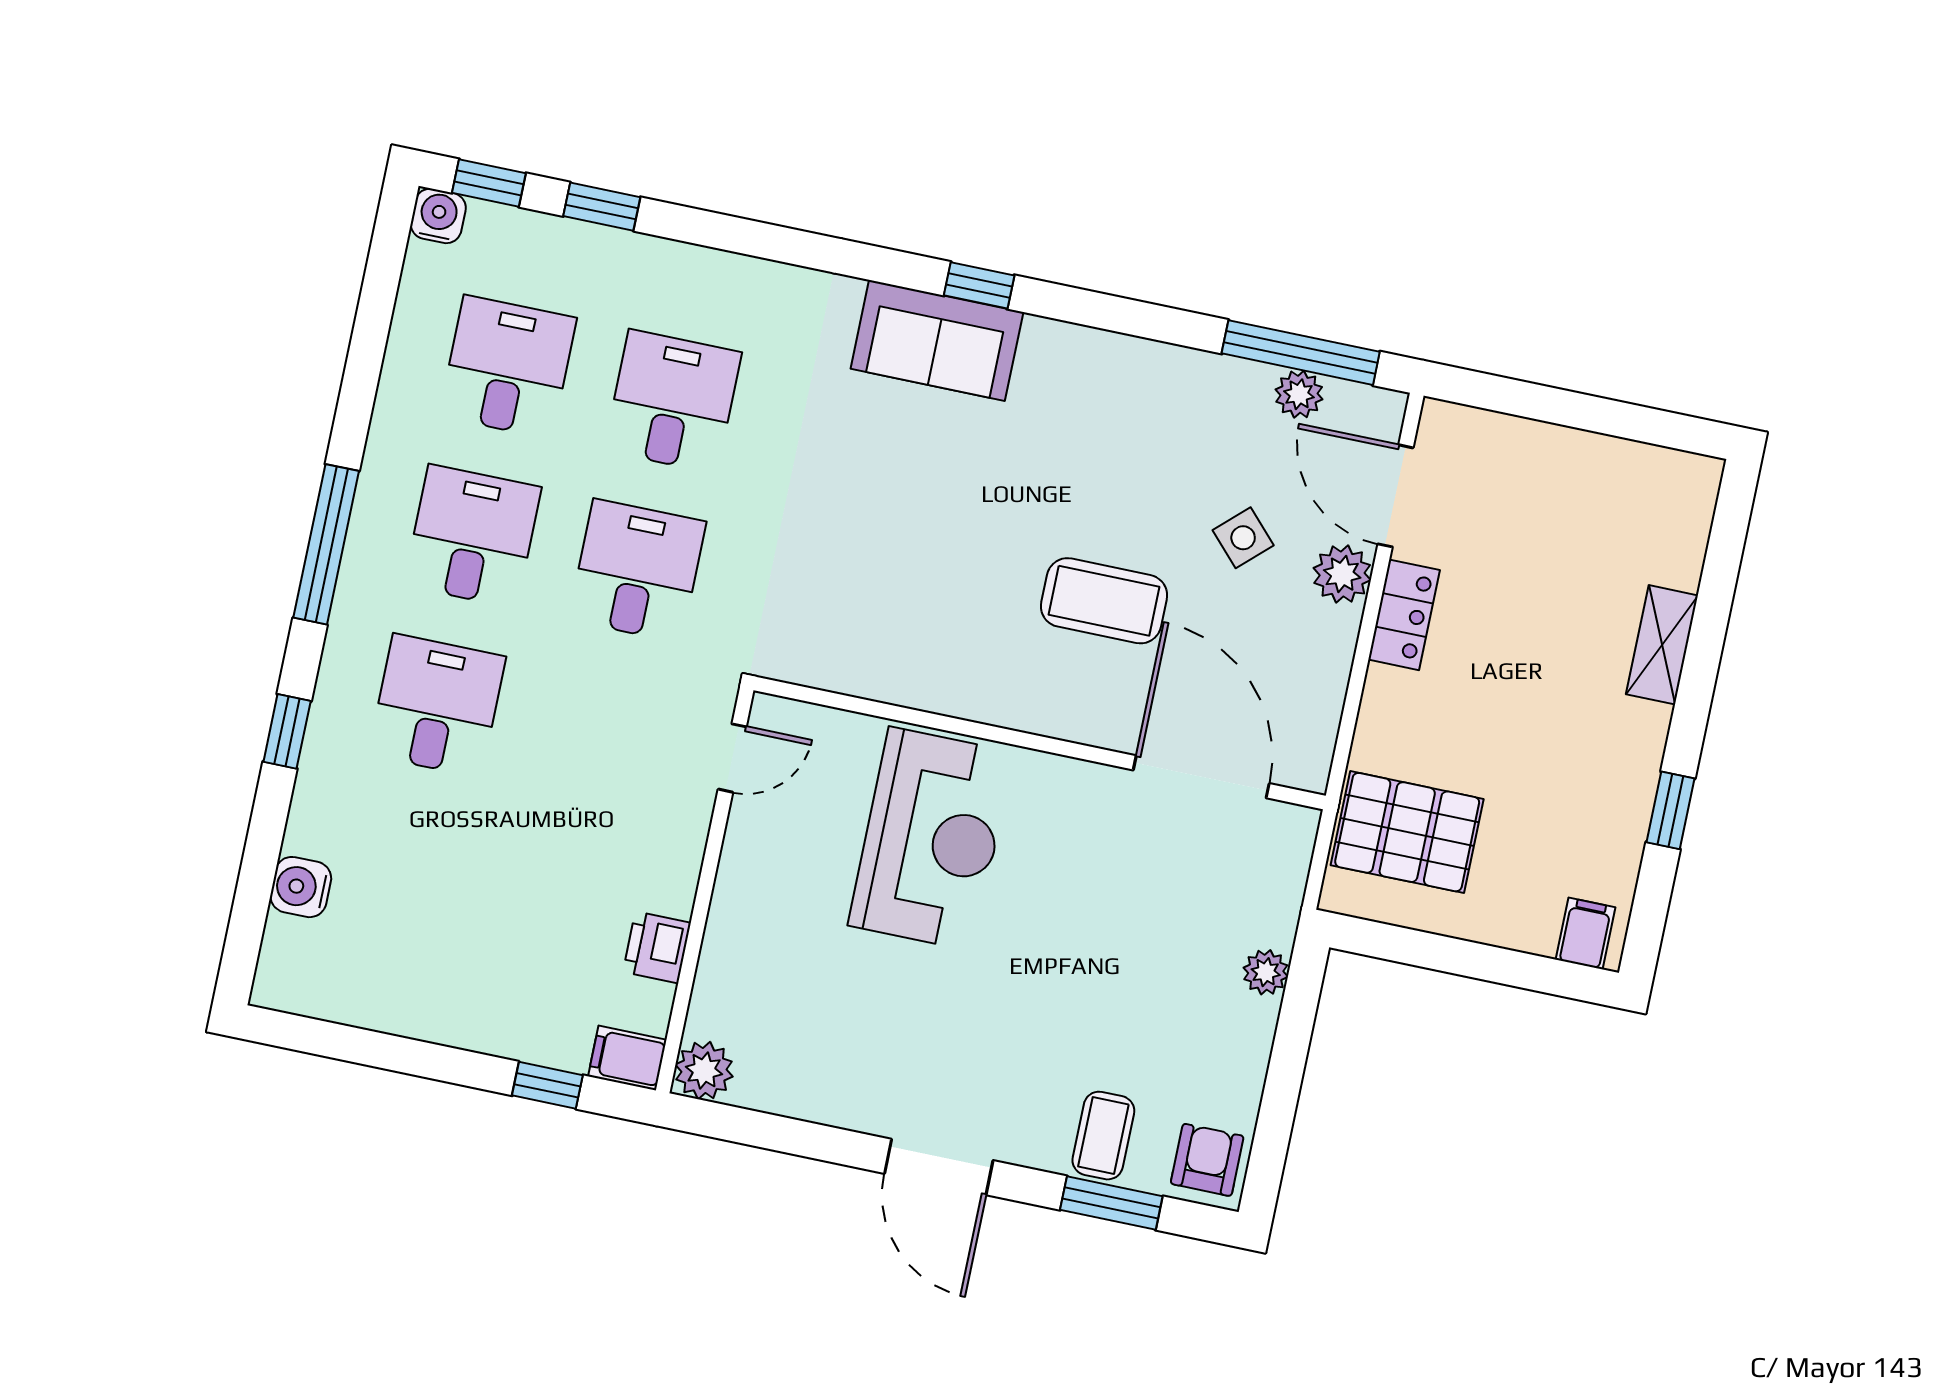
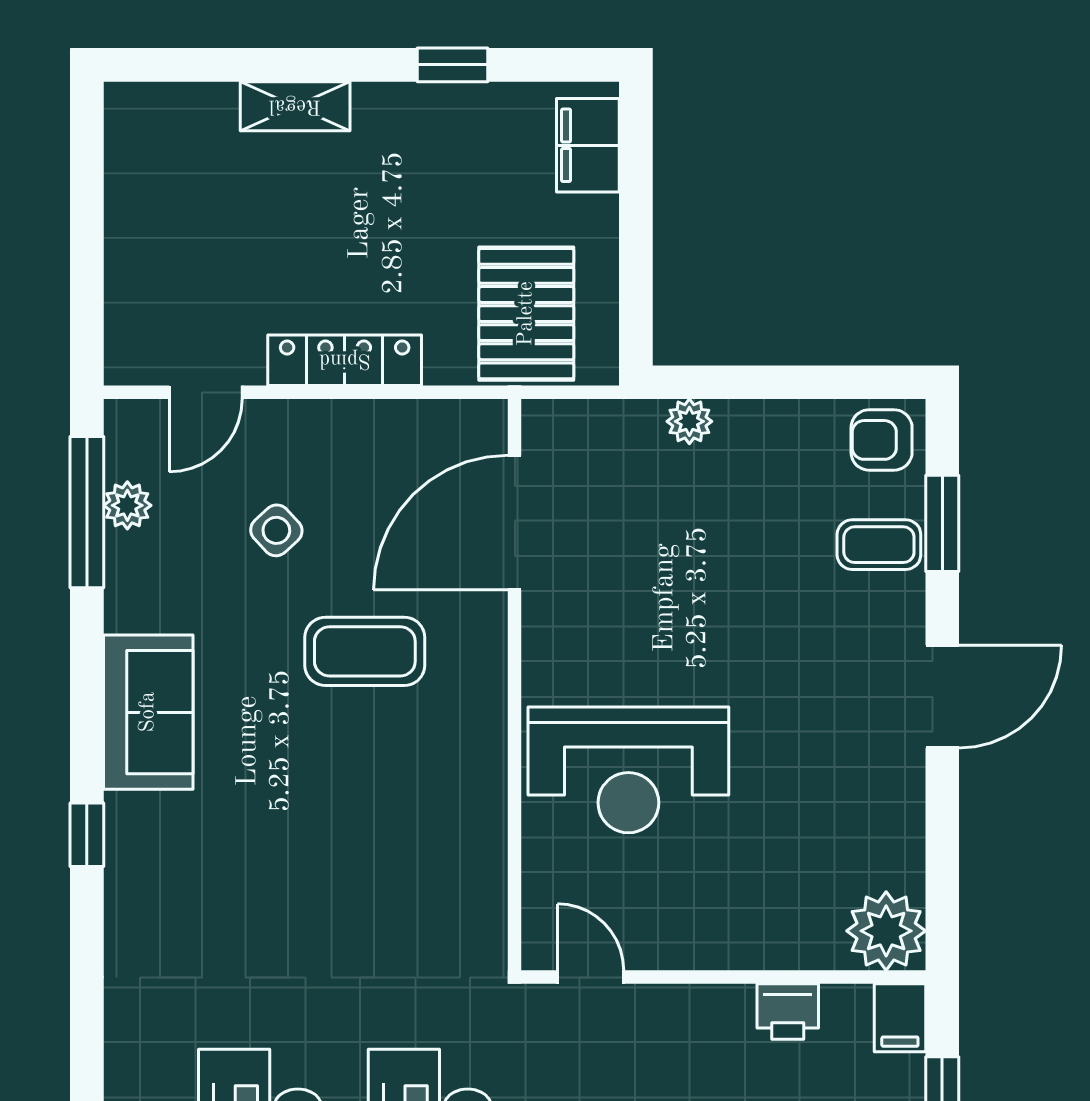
sofa: (937, 340) -> (148, 712), moved
door: (1395, 496) -> (206, 392), width x0.73
plant: (1342, 574) -> (291, 428), removed
coffee table: (1104, 601) -> (365, 651), turned 90
locker: (1404, 615) -> (345, 360), width x1.53
reception desk: (931, 839) -> (628, 770), turned 180
filing cabinet: (1586, 933) -> (588, 145), width x2.00
plant: (704, 1071) -> (886, 931), width x1.36, depth x1.36

